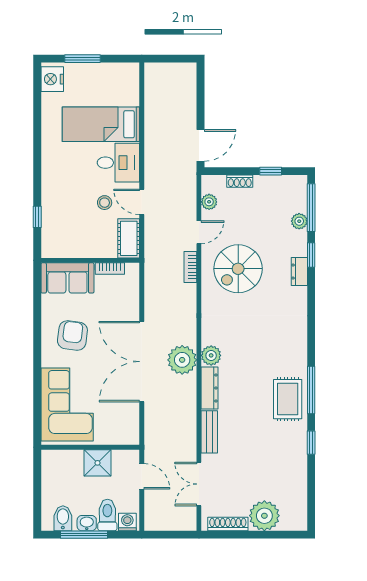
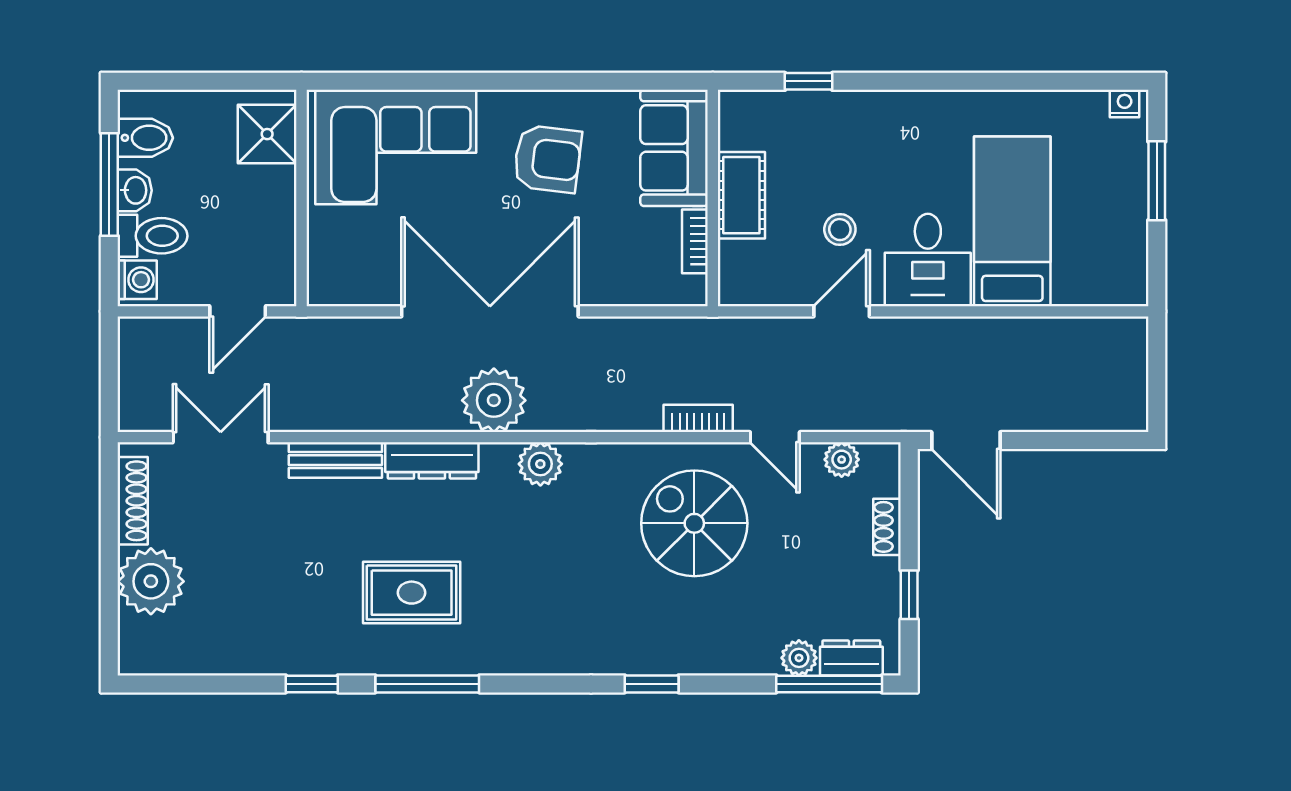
nightstand: (52, 79) -> (1125, 104), width x0.53, depth x0.56
cot: (129, 238) -> (741, 195), moved, turned 90
window: (311, 255) -> (652, 684), moved
dresser: (299, 272) -> (851, 658), moved
plant: (211, 355) -> (540, 464), moved
rug: (288, 399) -> (412, 593), moved
shower: (97, 463) -> (267, 134), moved

